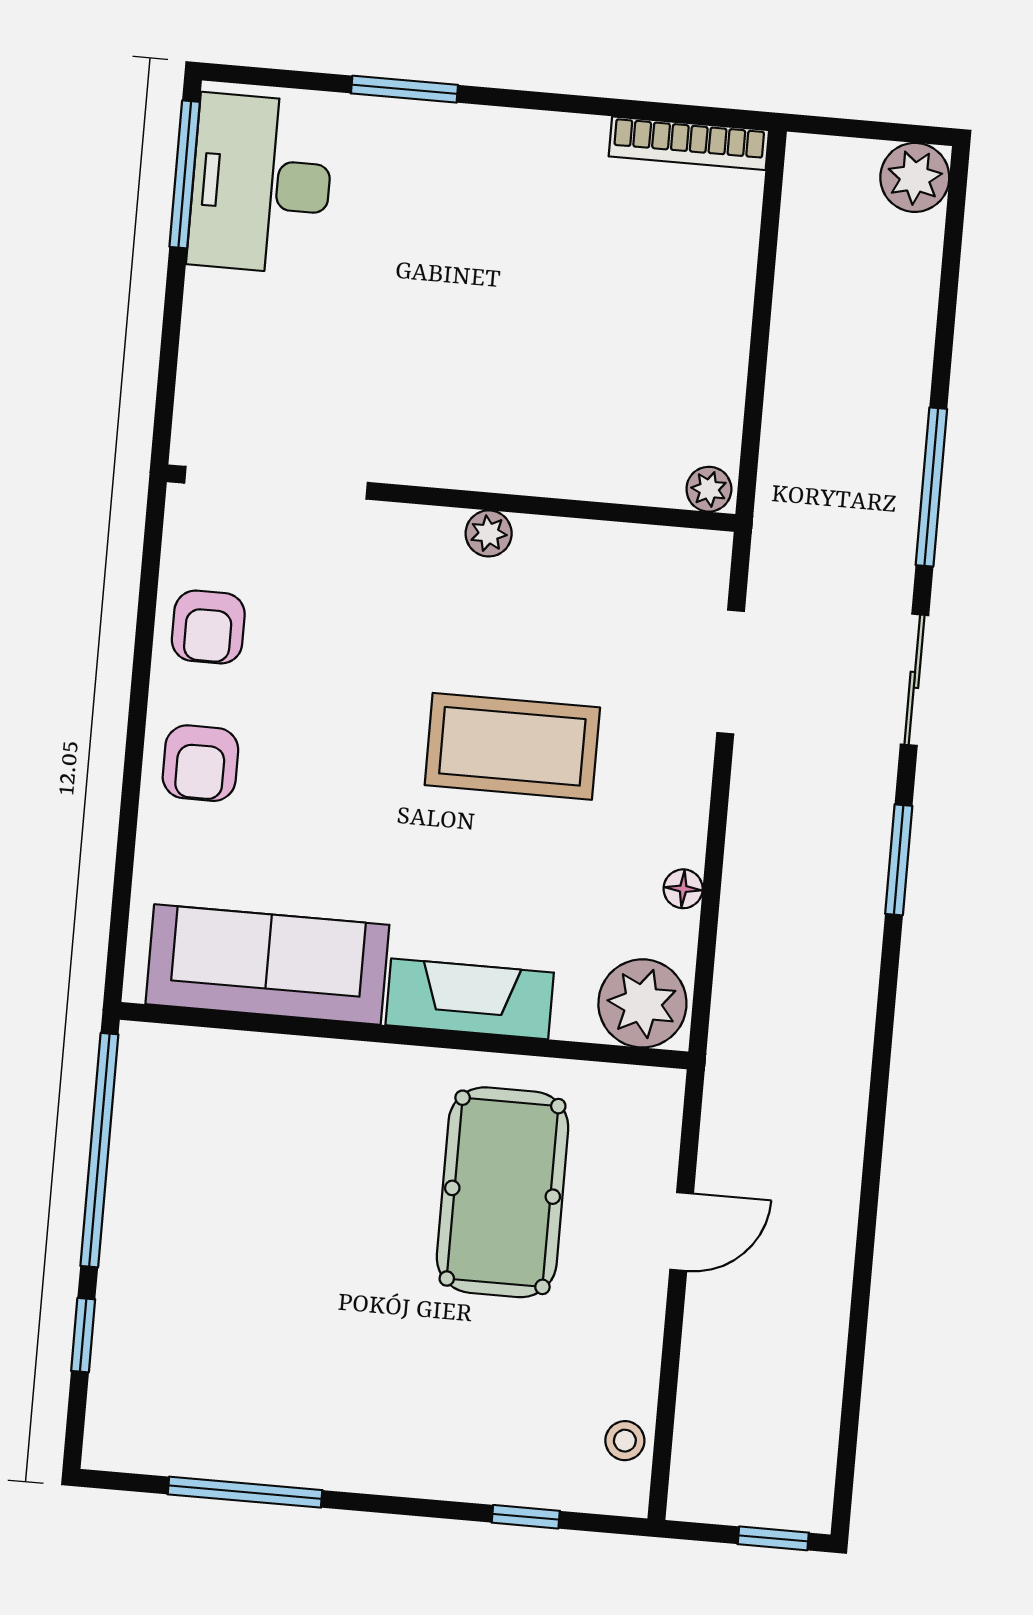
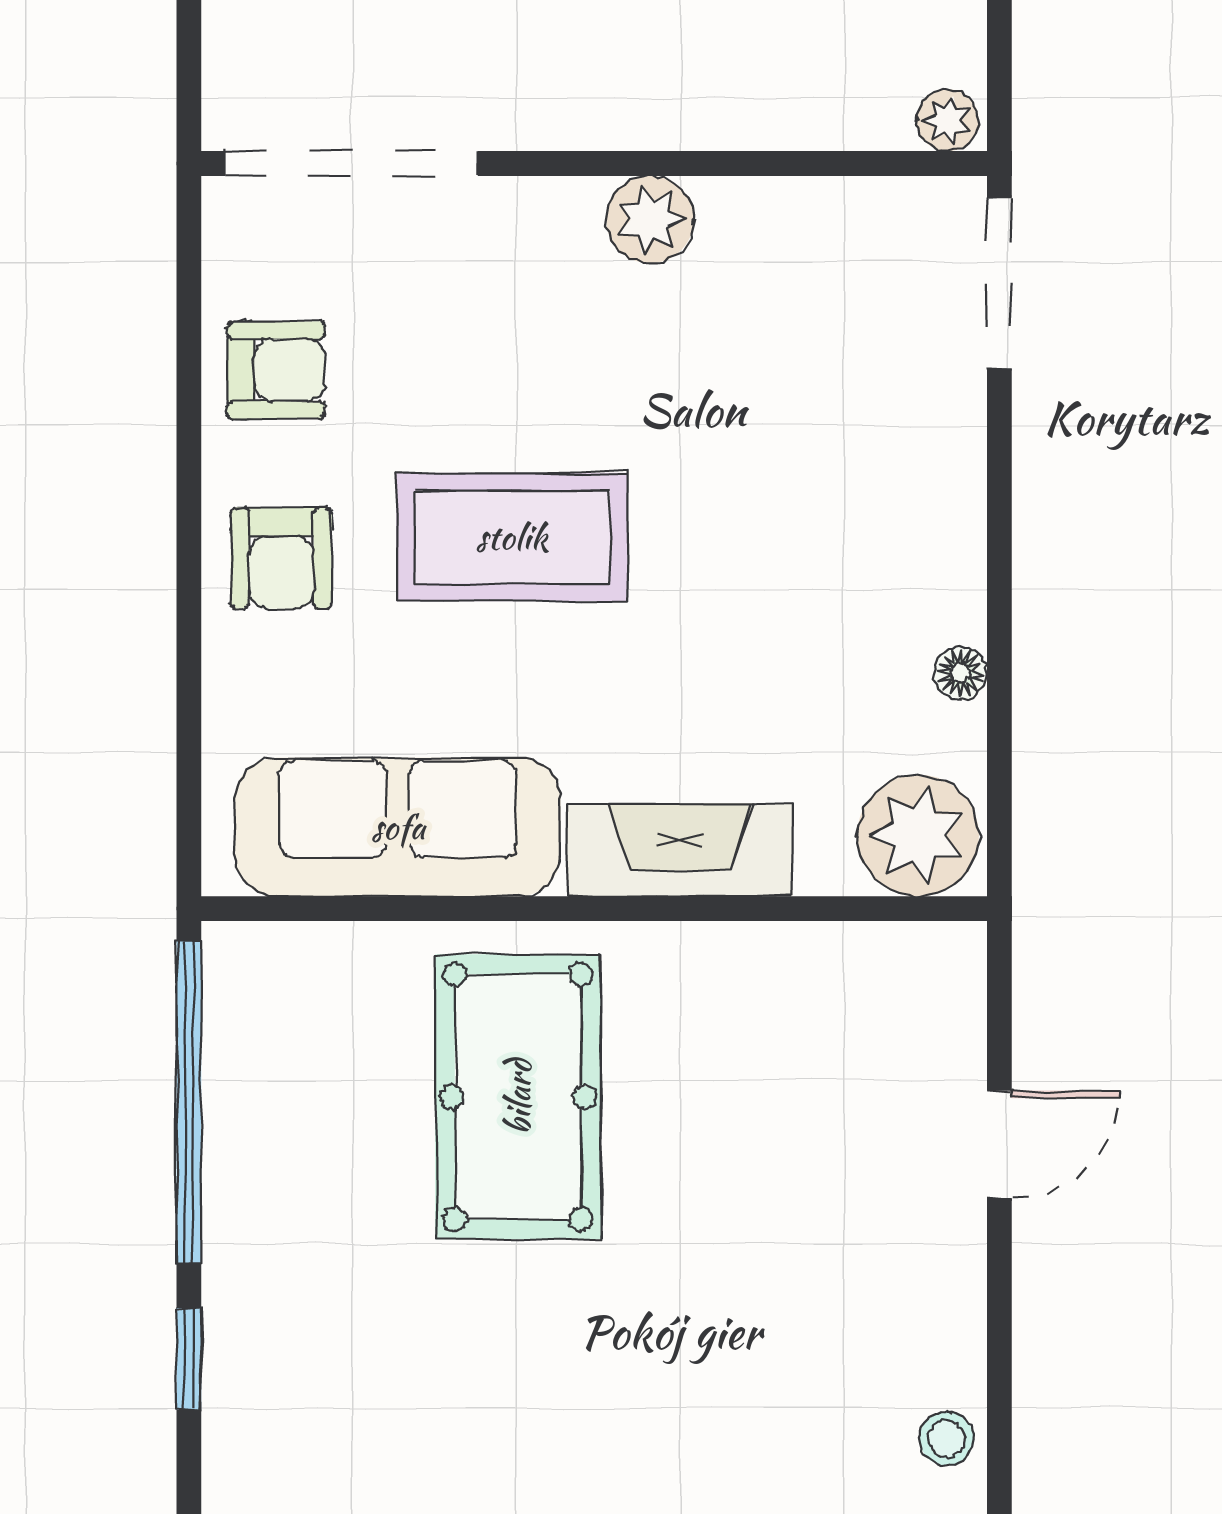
plant: (489, 533) -> (650, 220), width x1.38, depth x1.38
armchair: (208, 627) -> (276, 370), turned -90
doorway: (731, 672) -> (999, 283), moved
coffee table: (512, 746) -> (512, 537), moved
pool table: (503, 1192) -> (518, 1097), moved

